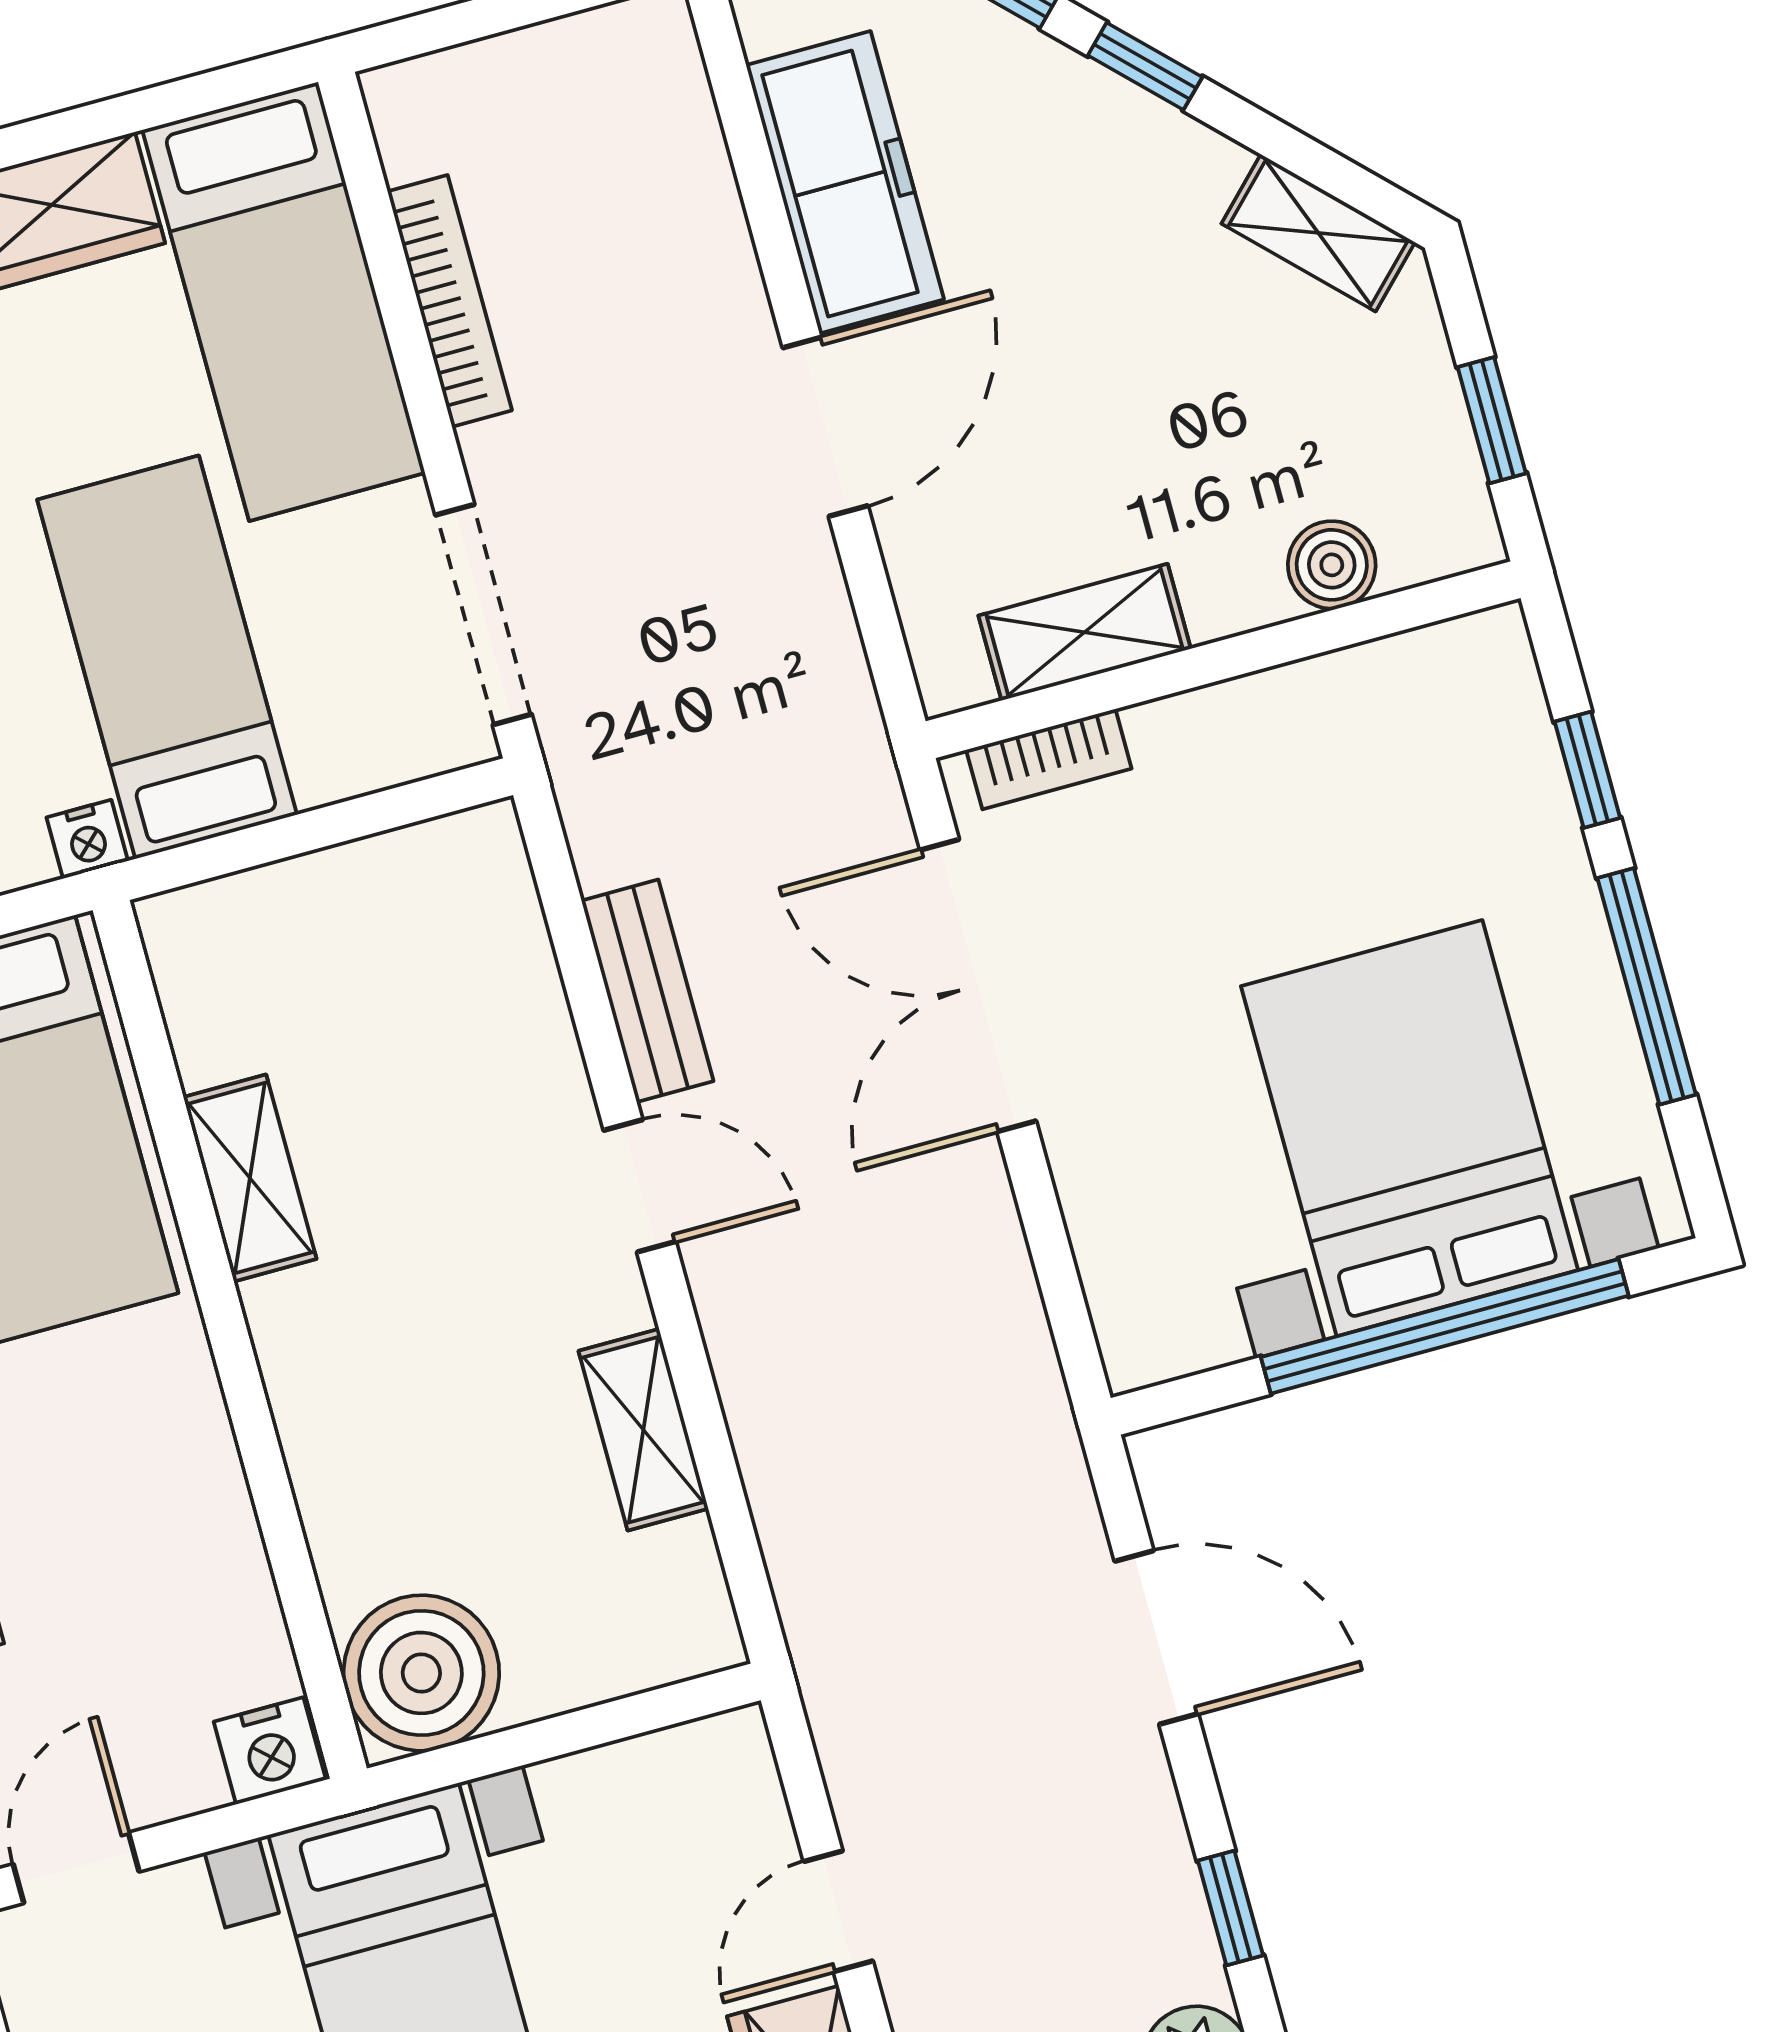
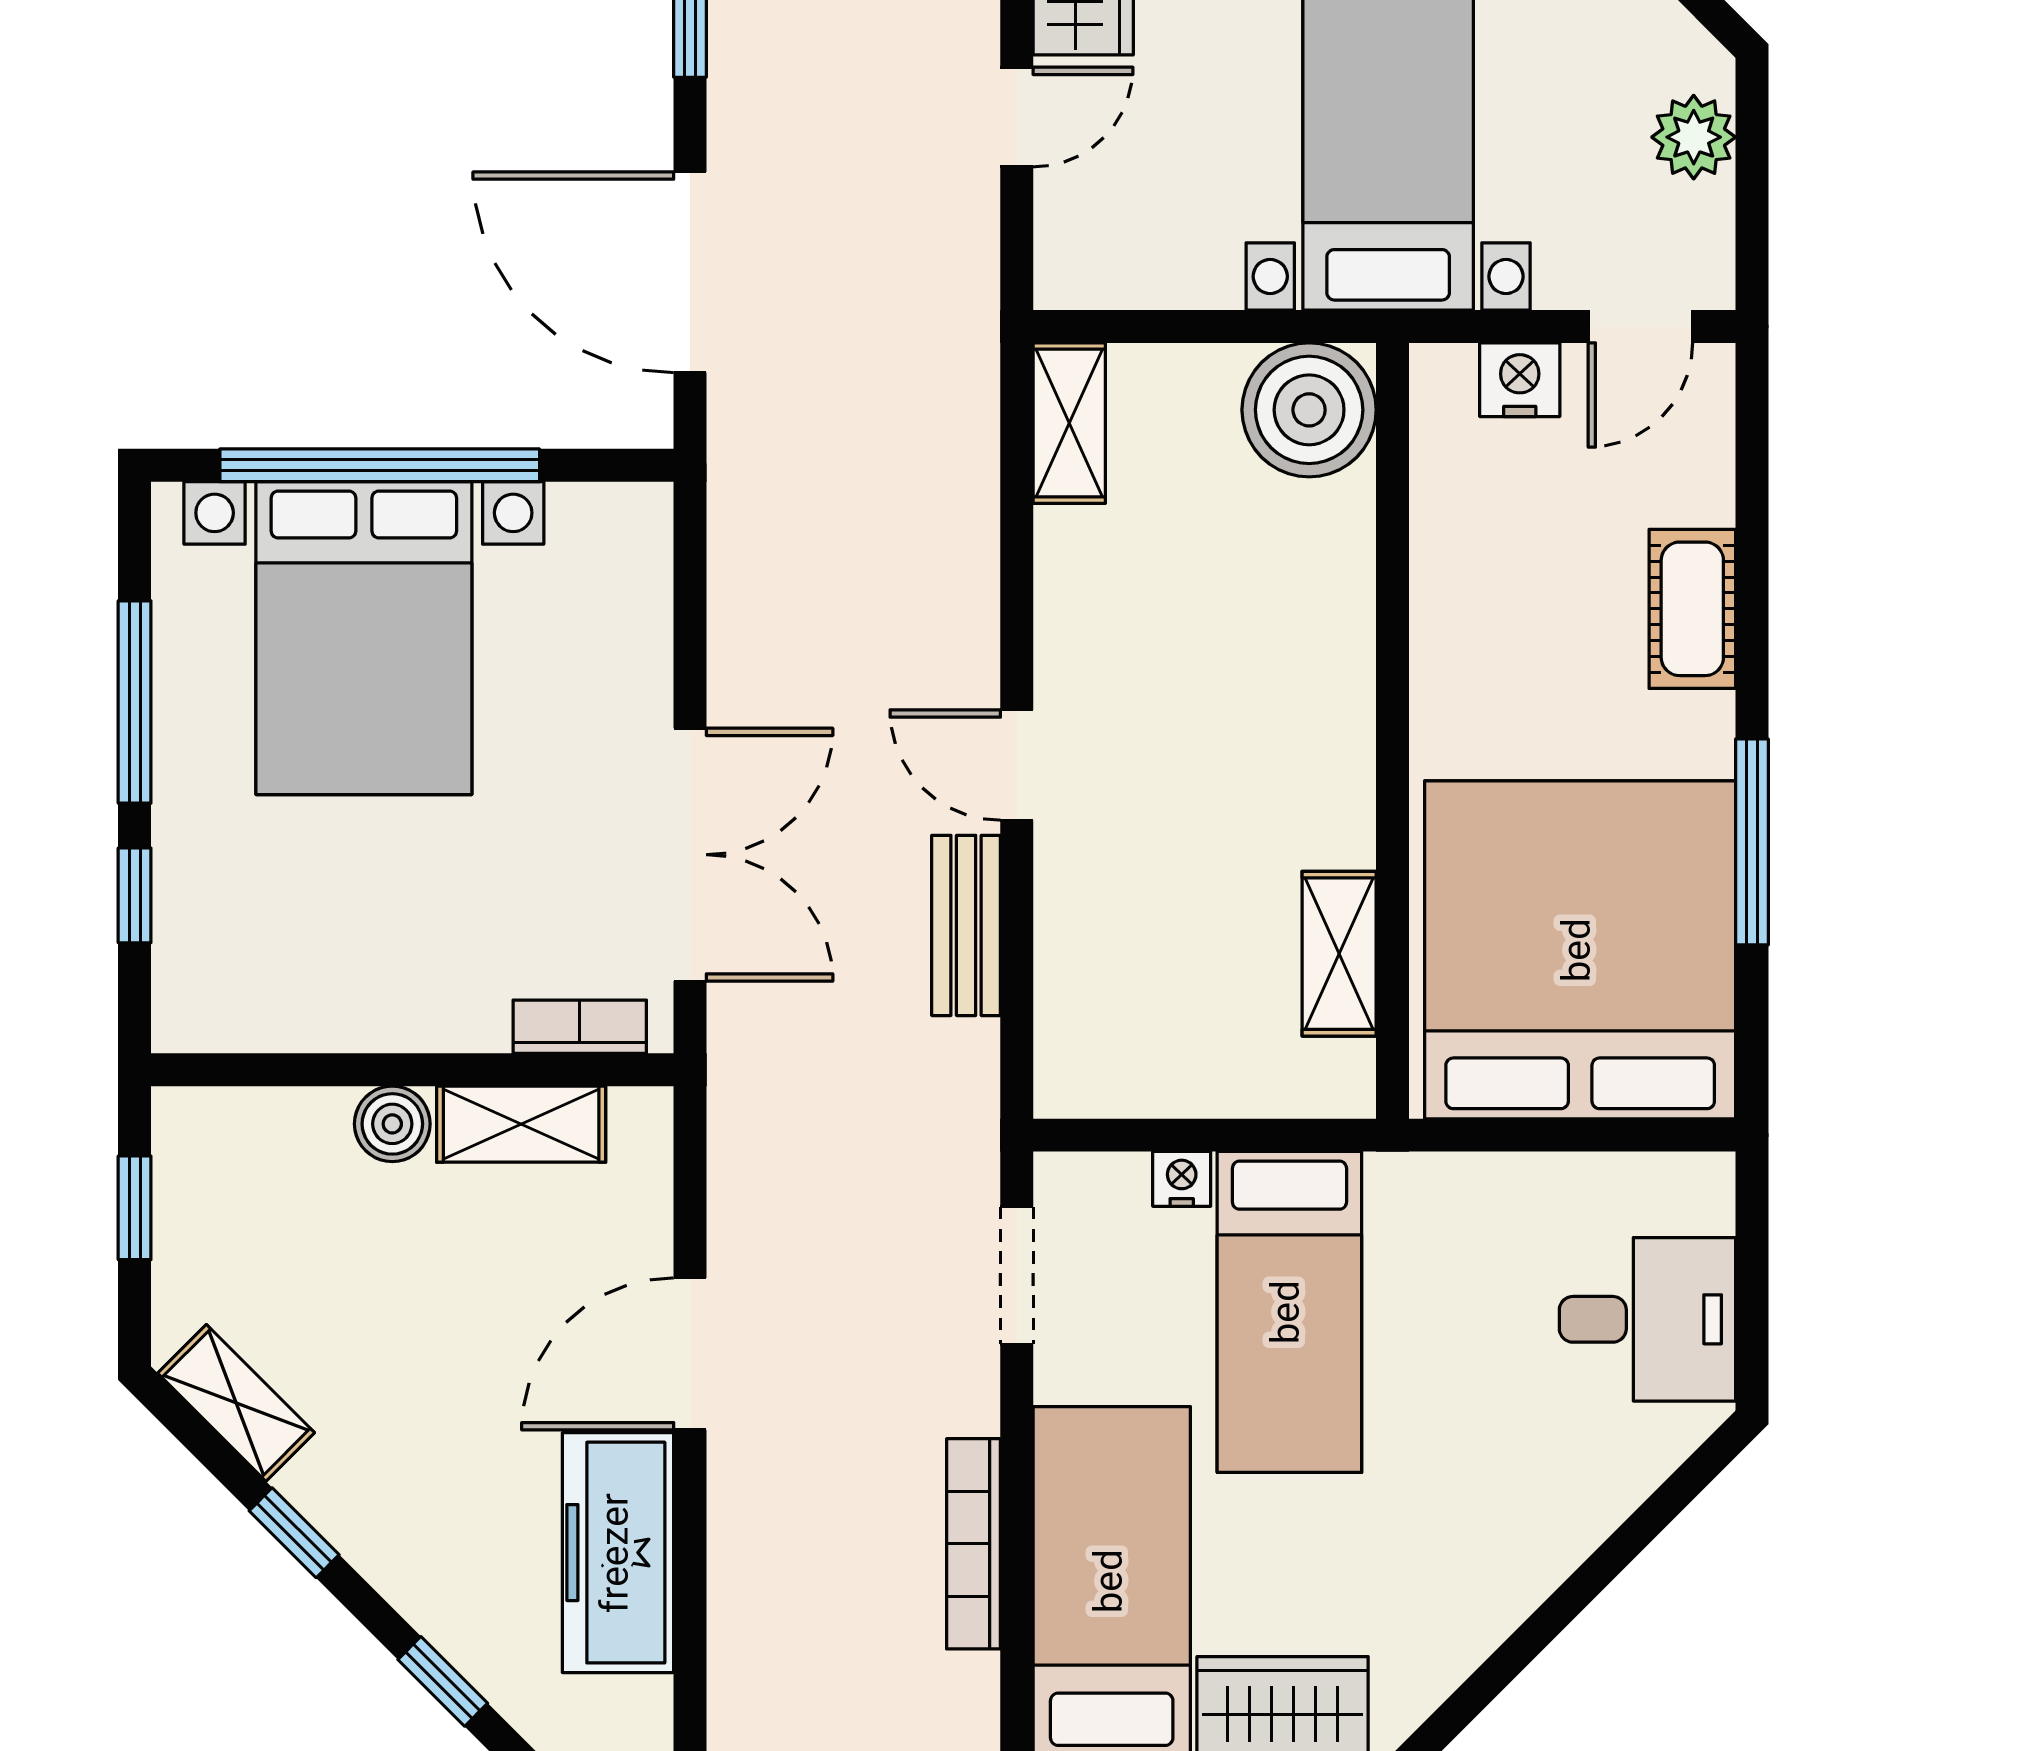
window: (1145, 66) -> (294, 1533), moved
boiler: (1332, 565) -> (392, 1124), moved
doorway: (484, 615) -> (1017, 1275), width x0.73
nightstand: (87, 839) -> (1182, 1179), moved
shelving: (250, 1178) -> (1339, 954), moved
shelving: (643, 1430) -> (1069, 423), moved
door: (1156, 1637) -> (690, 272), width x1.36
nightstand: (270, 1751) -> (1520, 380), moved

